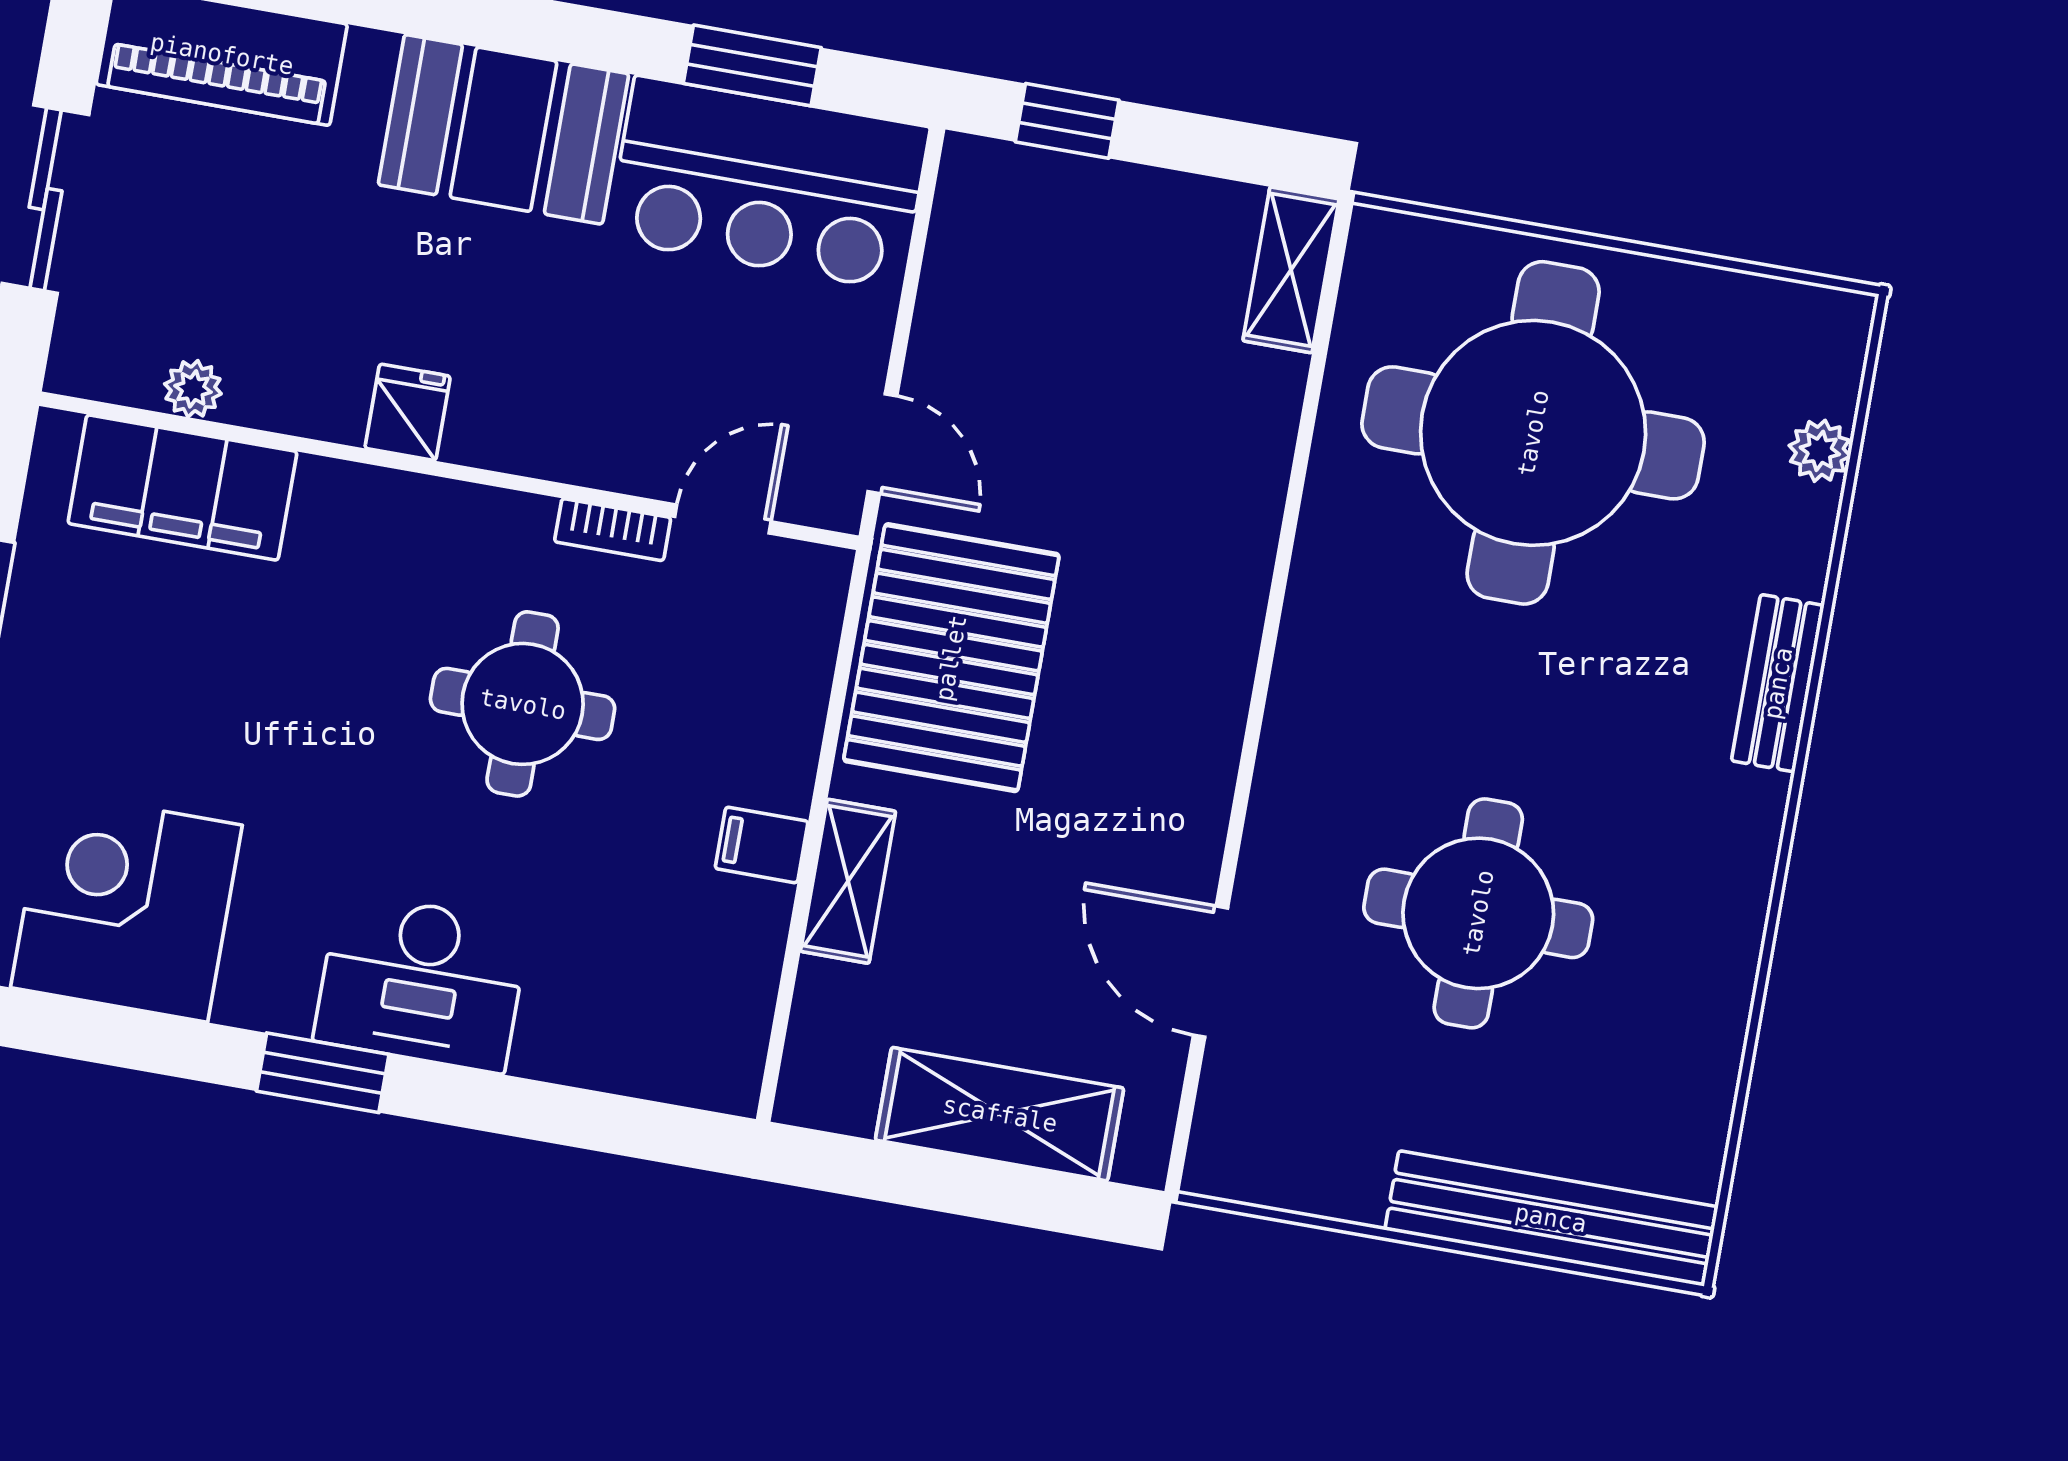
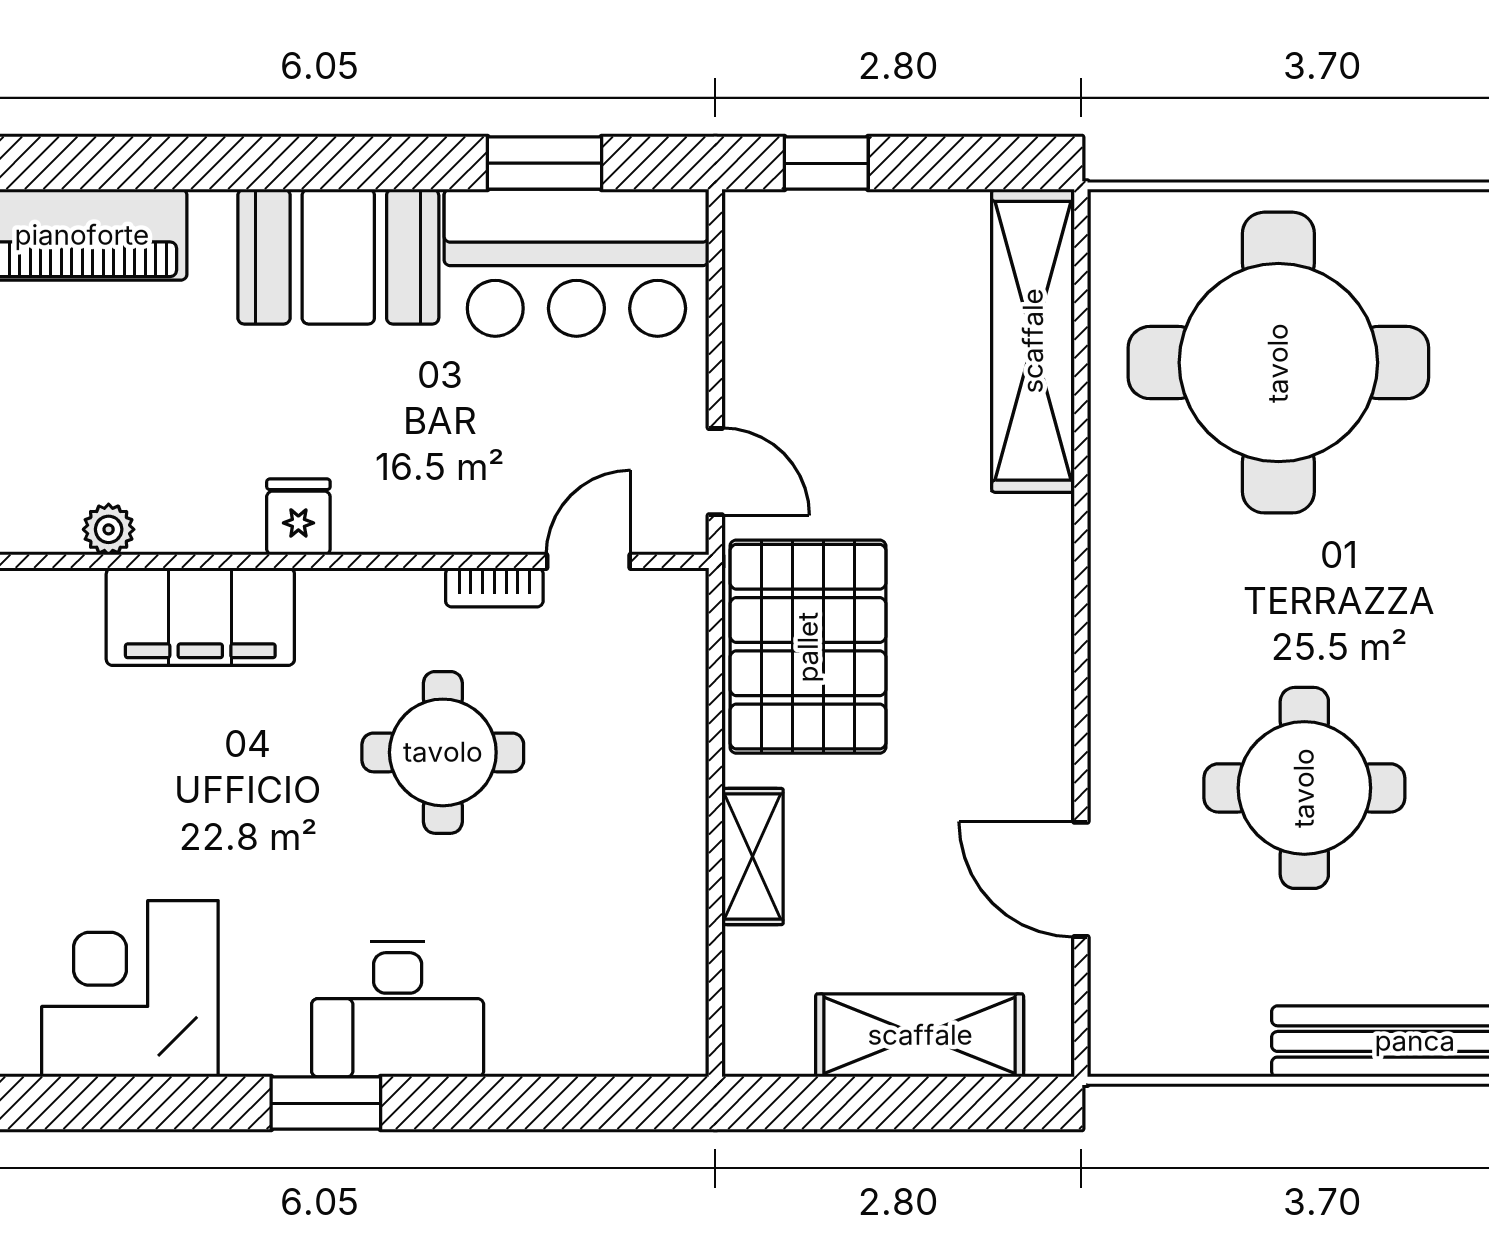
shelving: (1291, 270) -> (1033, 341), width x2.20, depth x1.33
filing cabinet: (182, 487) -> (200, 617), moved
filing cabinet: (762, 845) -> (672, 838), removed

